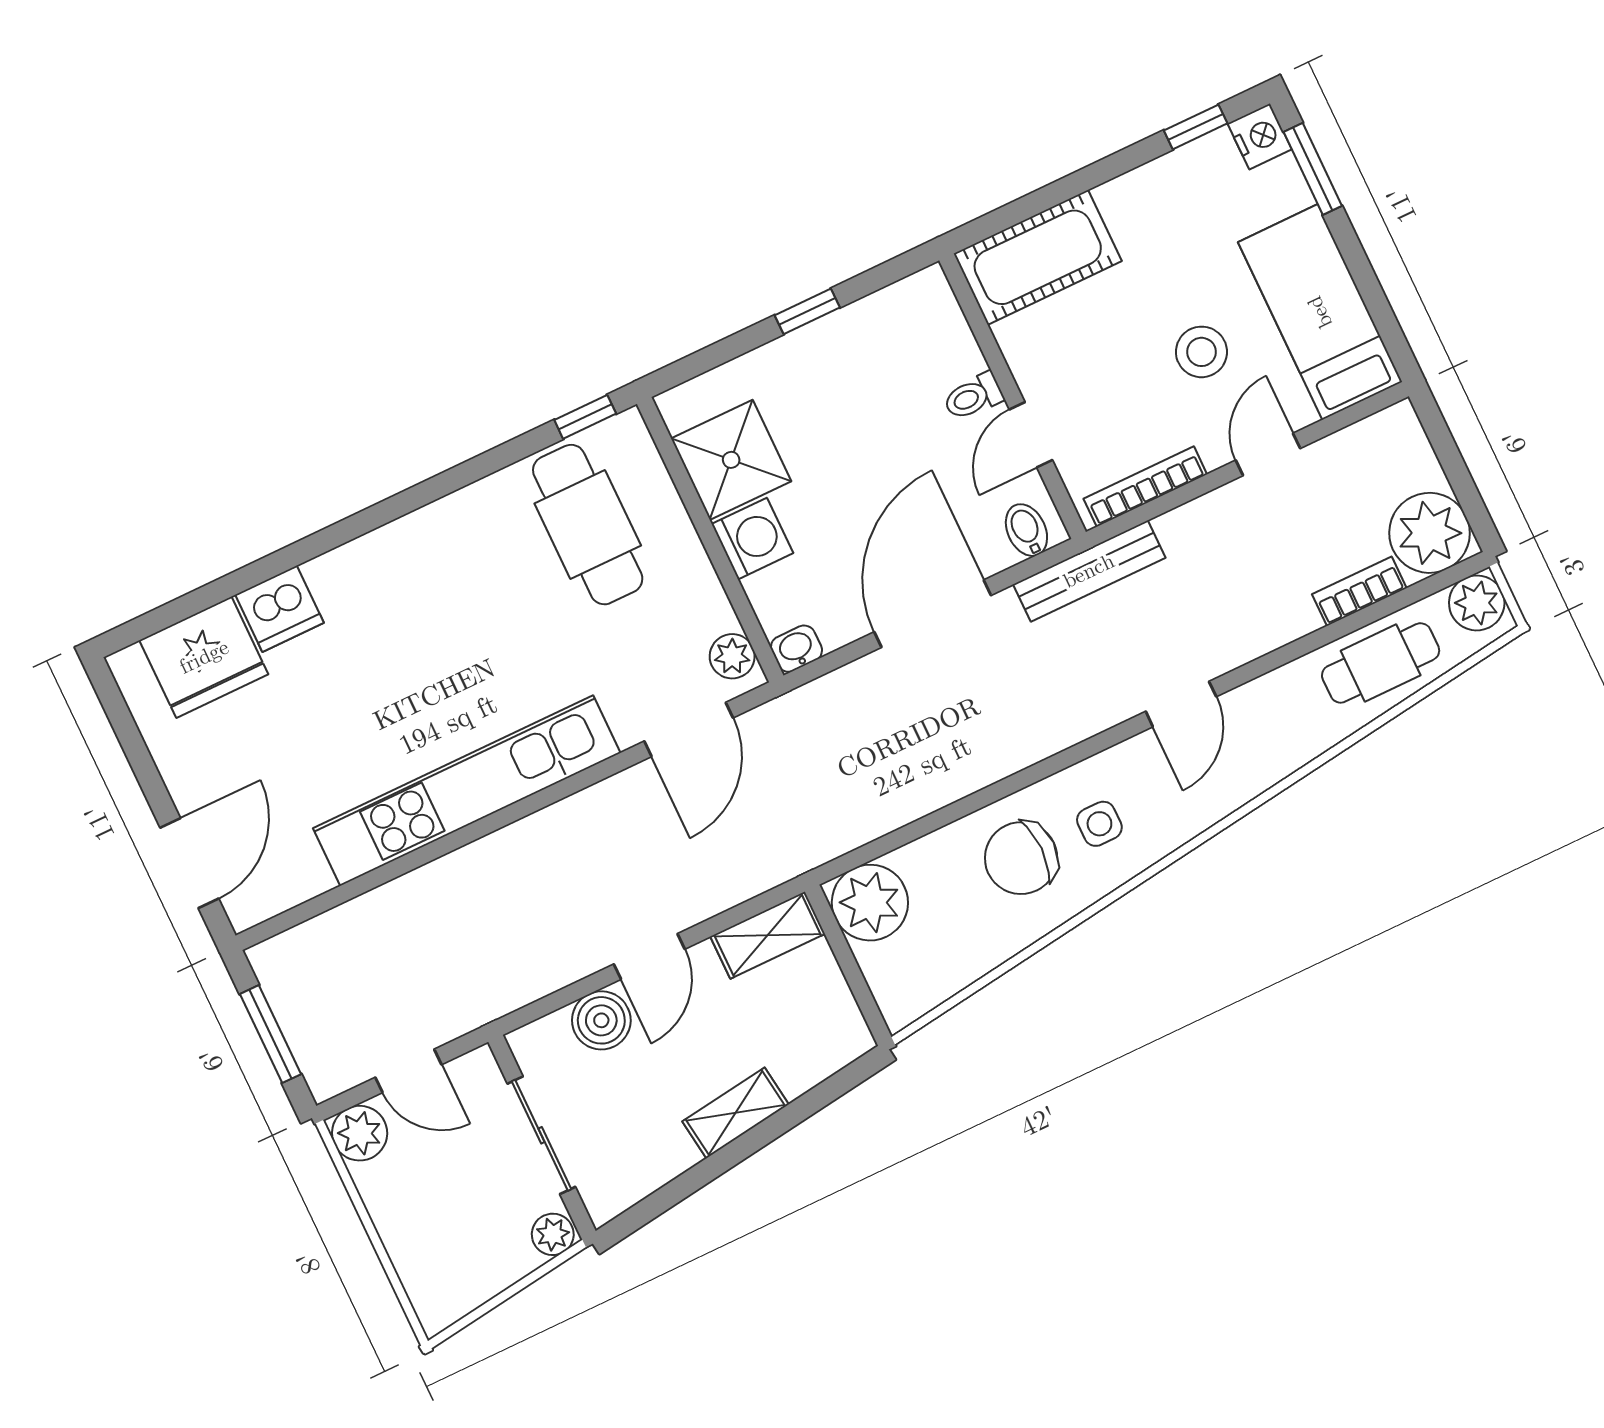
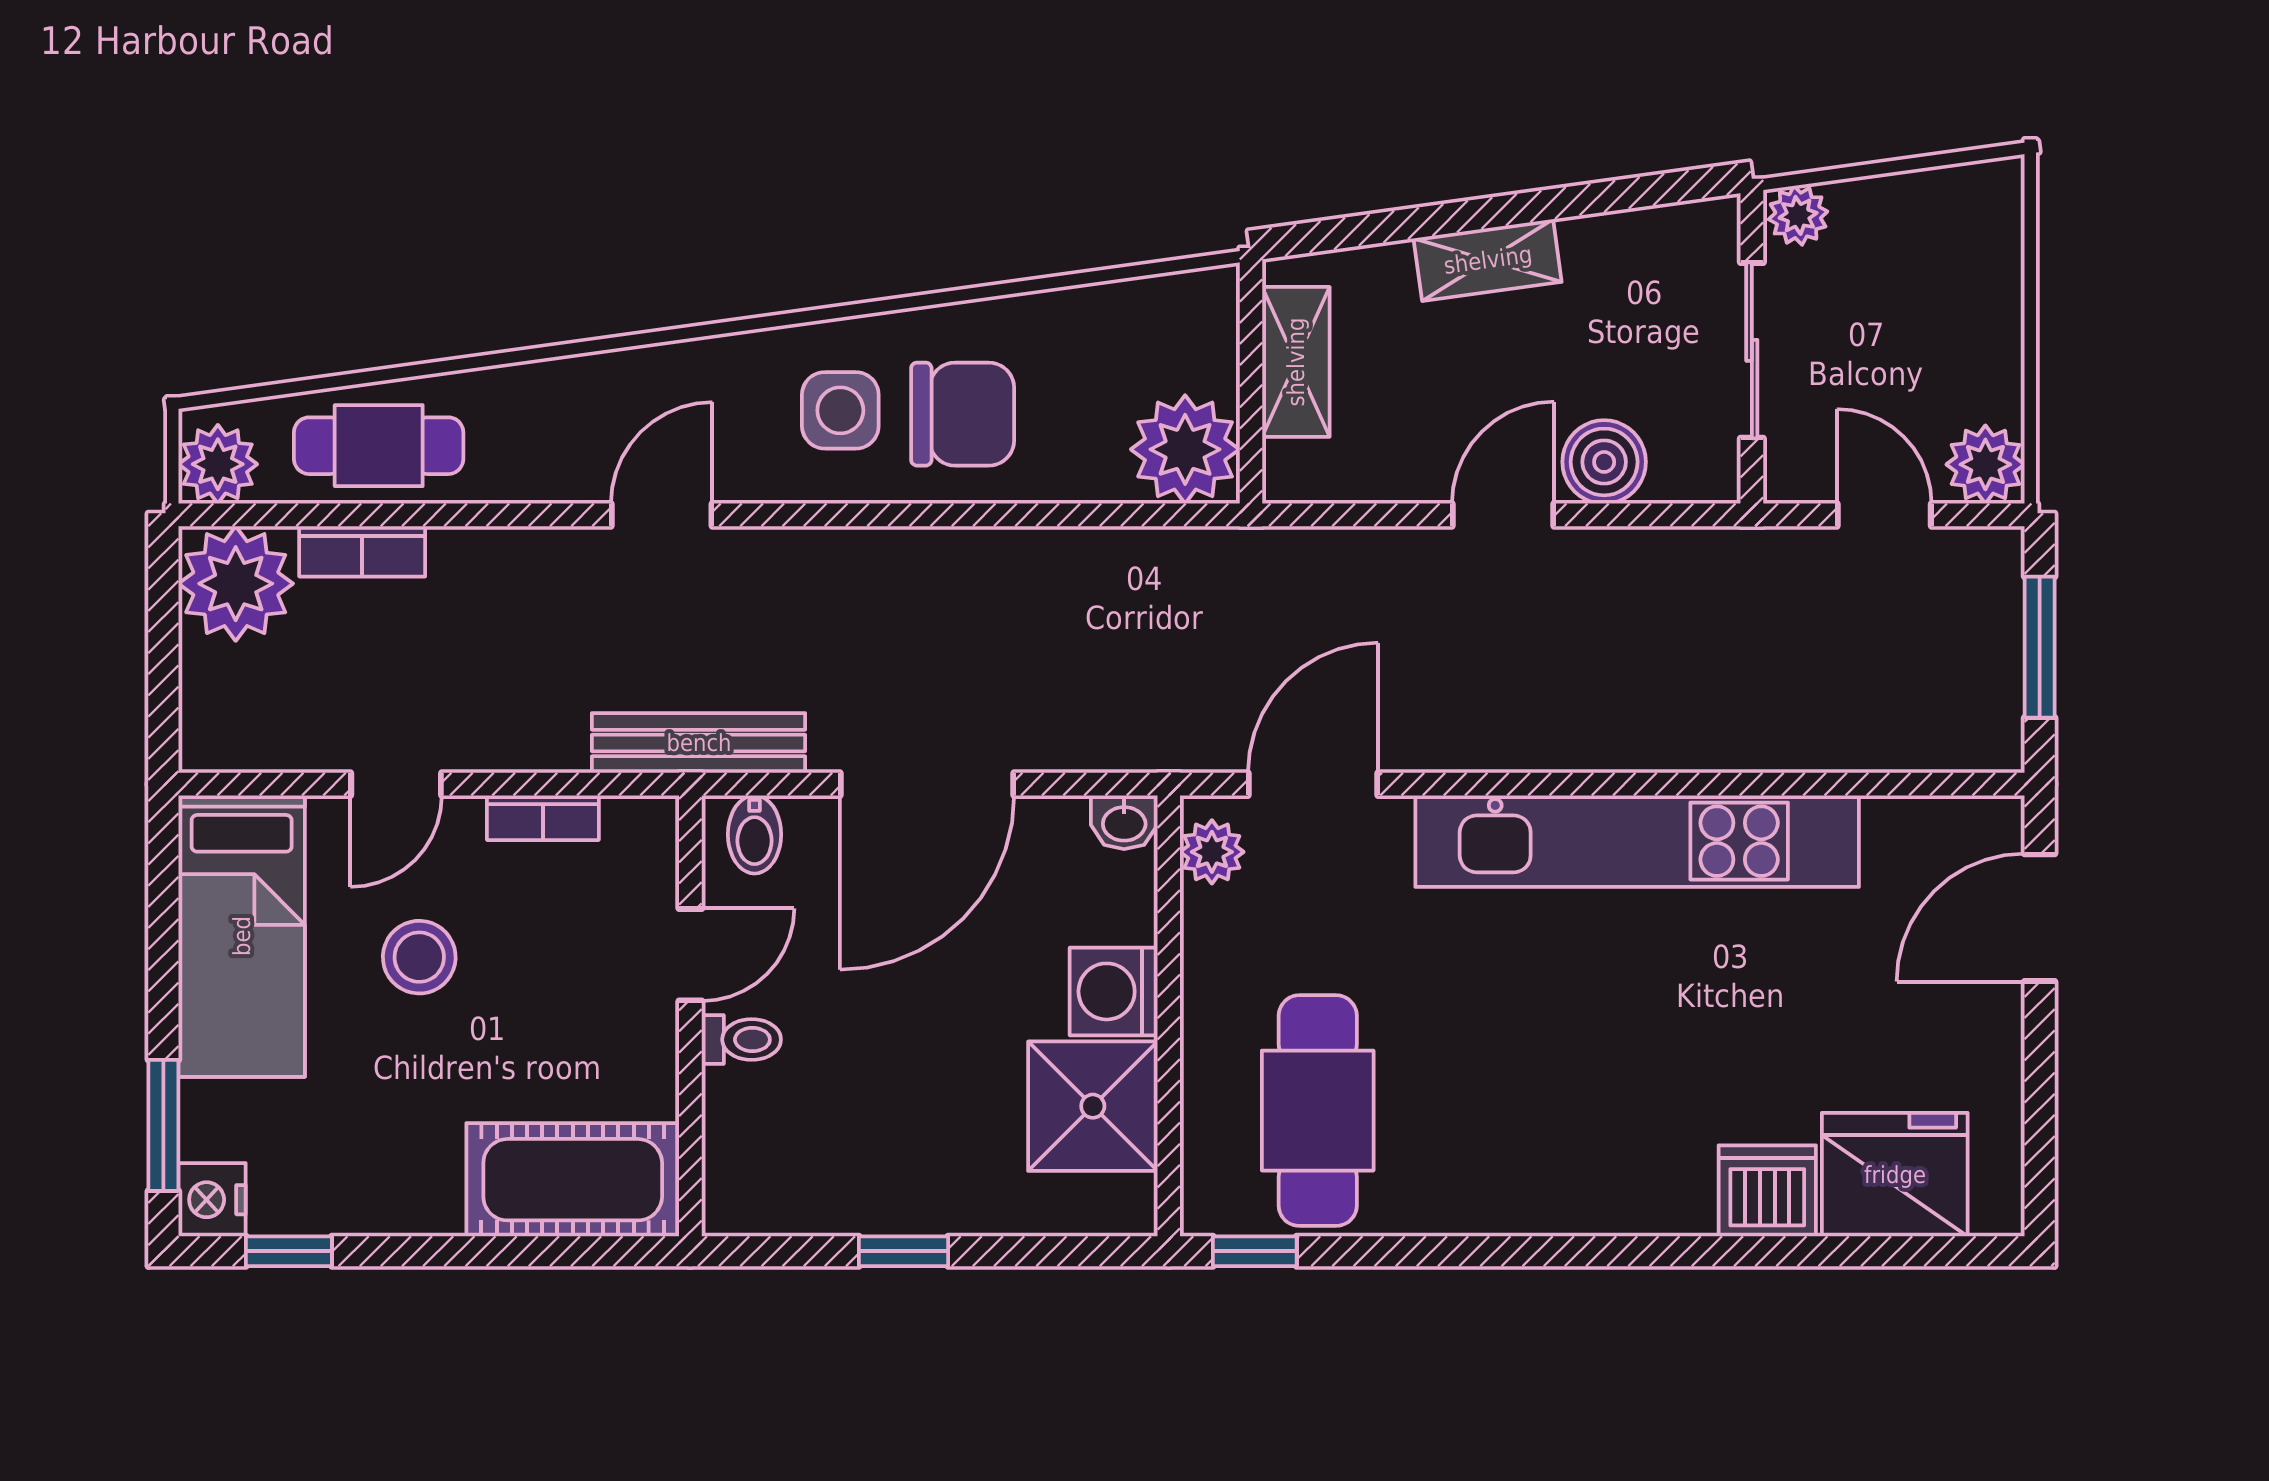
bookcase: (1145, 487) -> (543, 818), width x0.64
side table: (1099, 824) -> (840, 410), width x1.37, depth x1.37
shelving: (768, 935) -> (1296, 362), moved, turned 90

